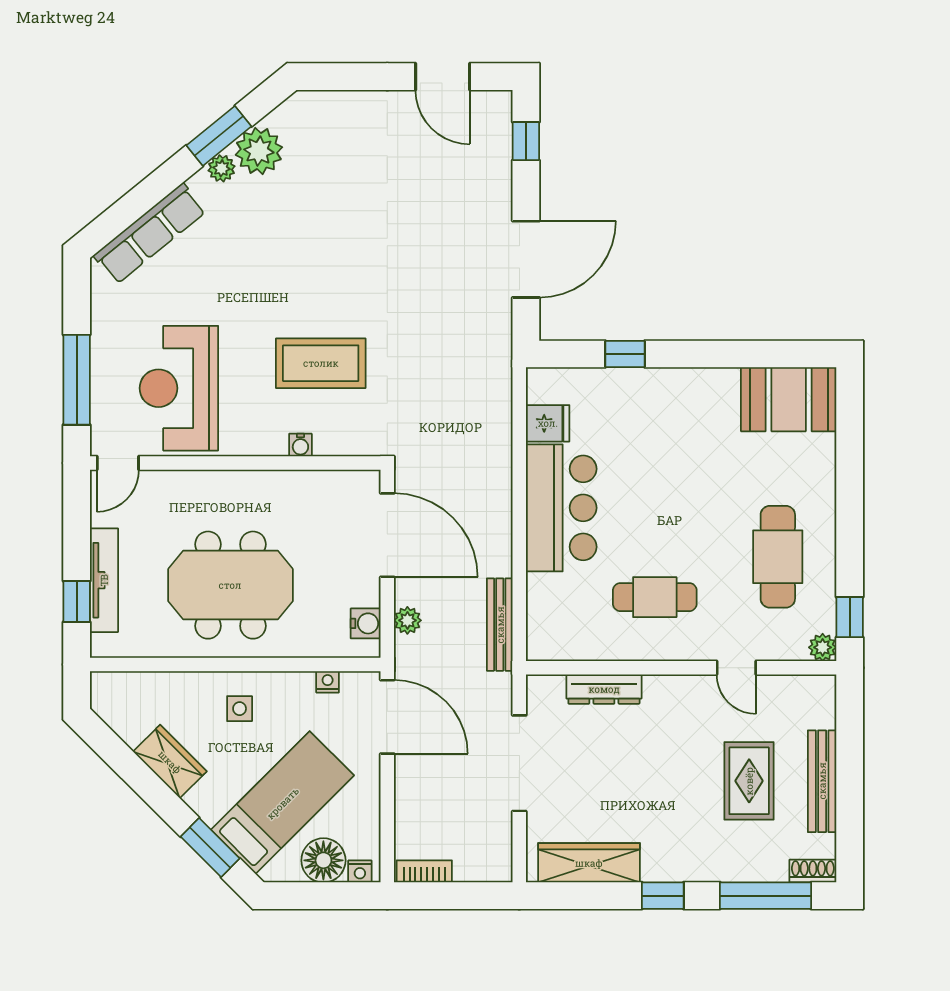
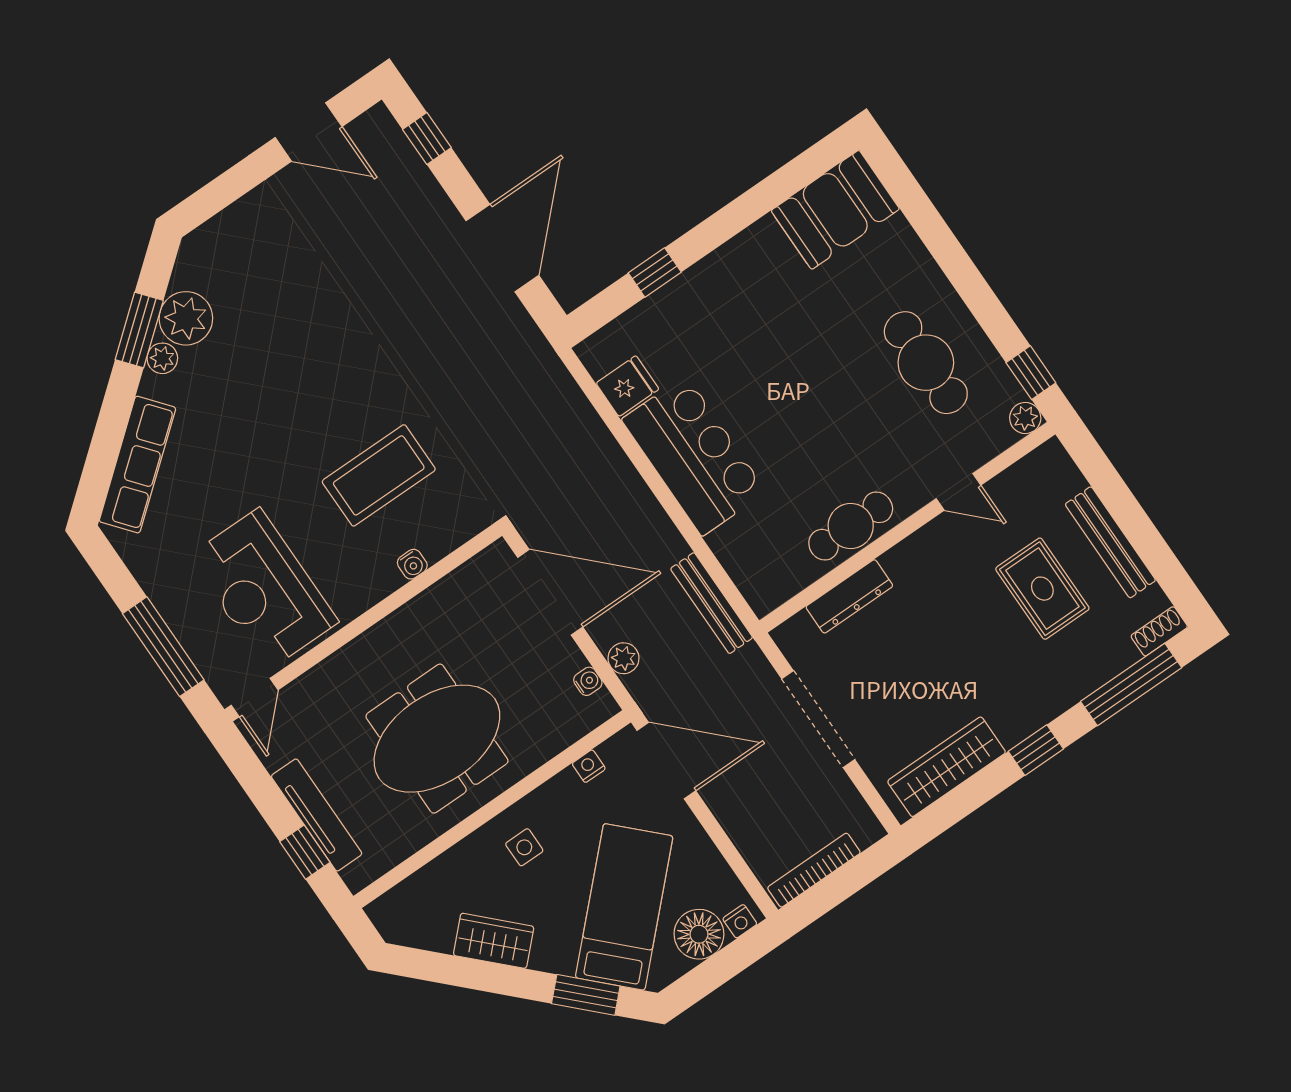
cafe table: (655, 597) -> (851, 526), moved
water cooler: (366, 623) -> (588, 681), width x0.72, depth x0.72
bookcase: (424, 871) -> (814, 870), width x1.56

